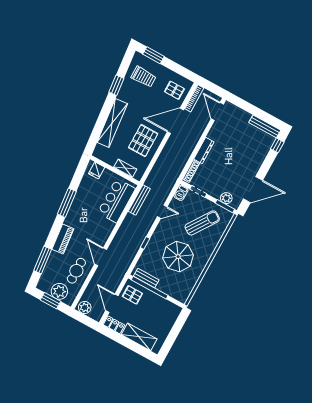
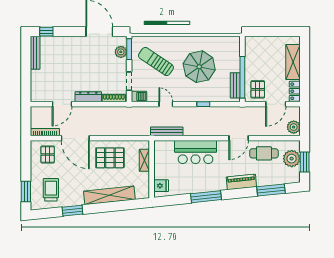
door: (217, 111) -> (62, 104), moved
bar counter: (116, 201) -> (196, 152), moved

